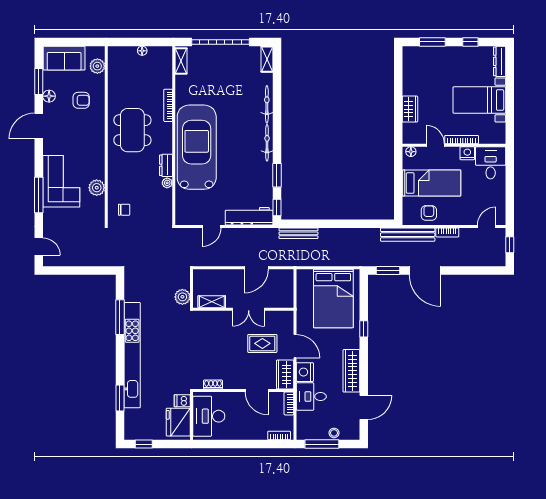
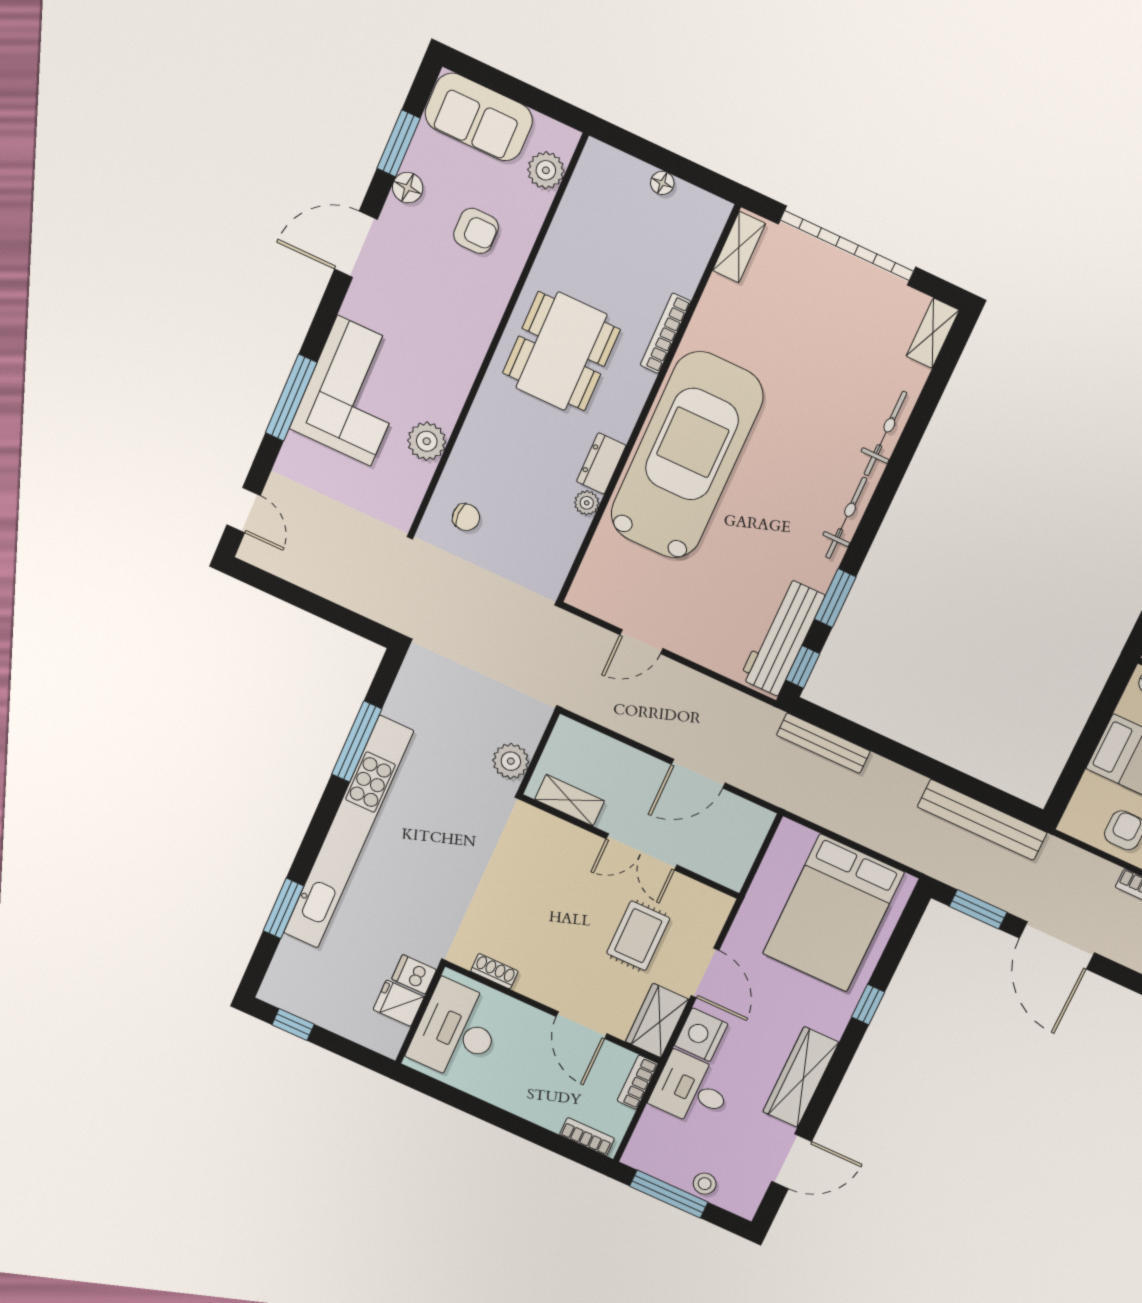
workbench: (249, 216) -> (782, 637), moved, turned -90
bench: (408, 235) -> (982, 820), moved
rug: (262, 343) -> (638, 936), turned 90
fridge: (178, 422) -> (399, 1003), width x0.53, depth x0.75

